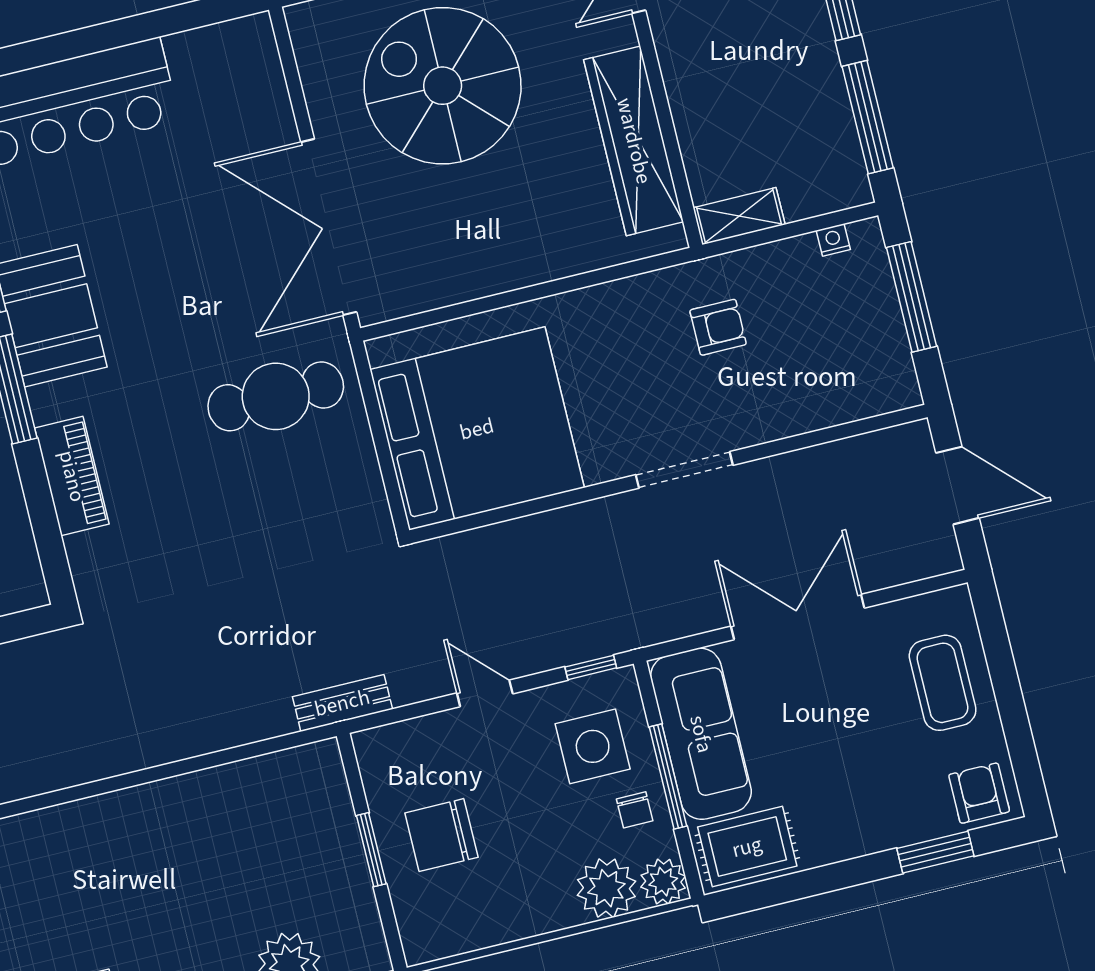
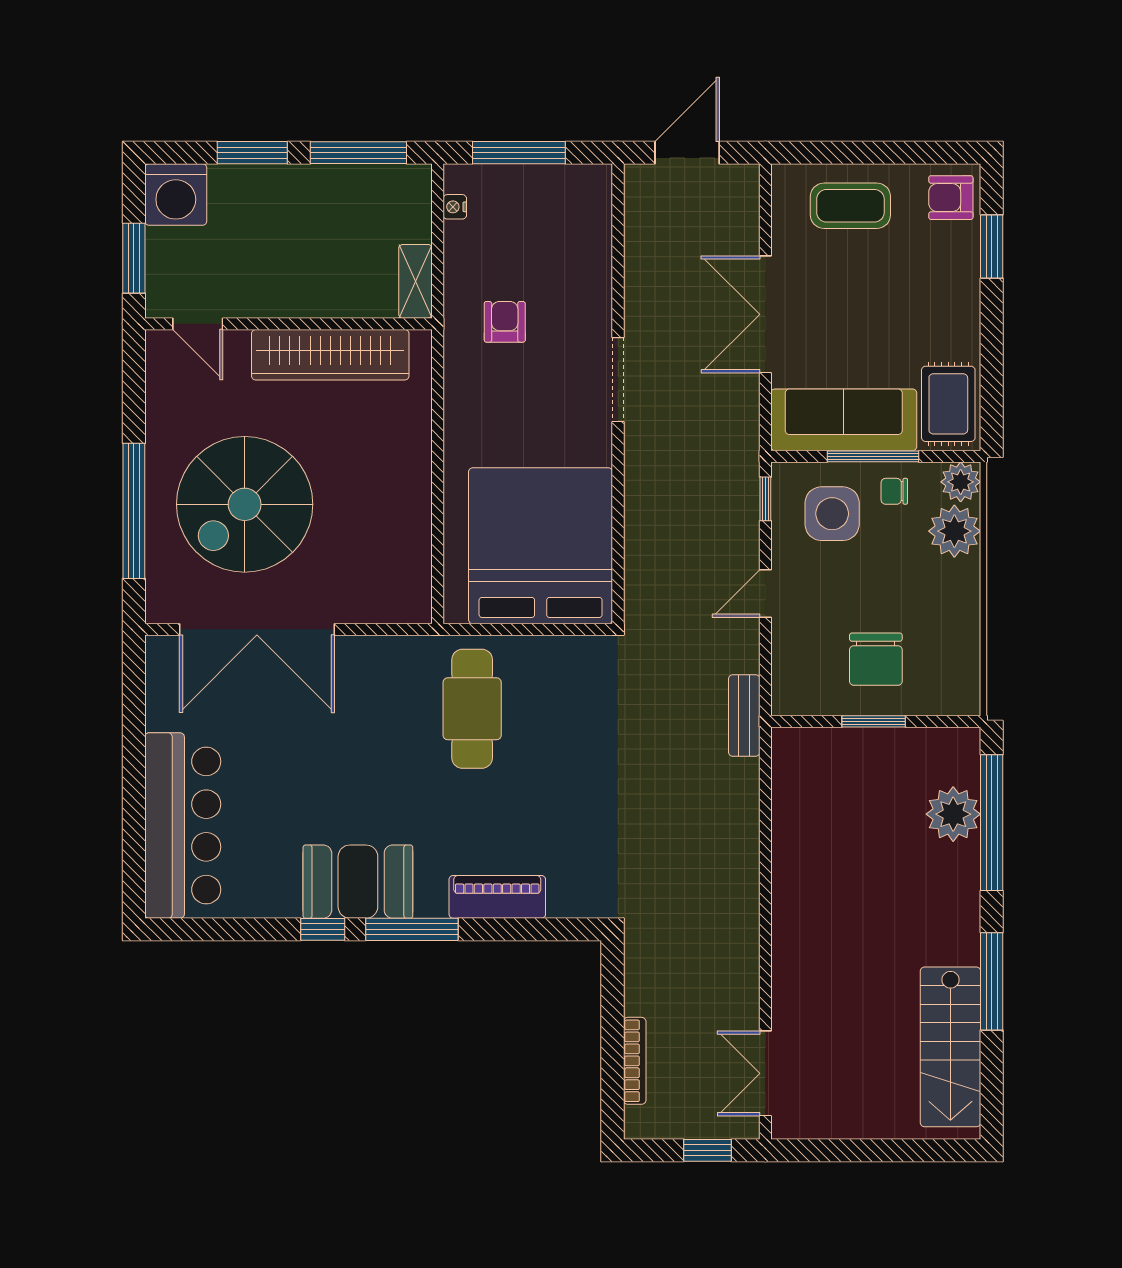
double door: (329, 227) -> (257, 629), moved
chair: (635, 810) -> (894, 491), turned 180

